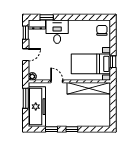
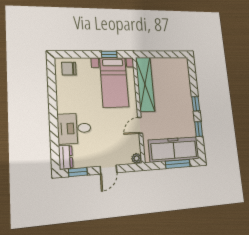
window: (47, 17) -> (55, 144), removed
door: (26, 55) -> (108, 170), swing flipped
window: (26, 98) -> (178, 164), moved

